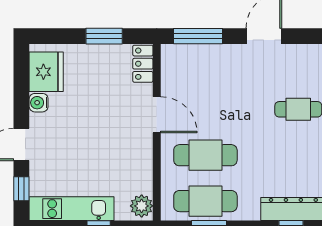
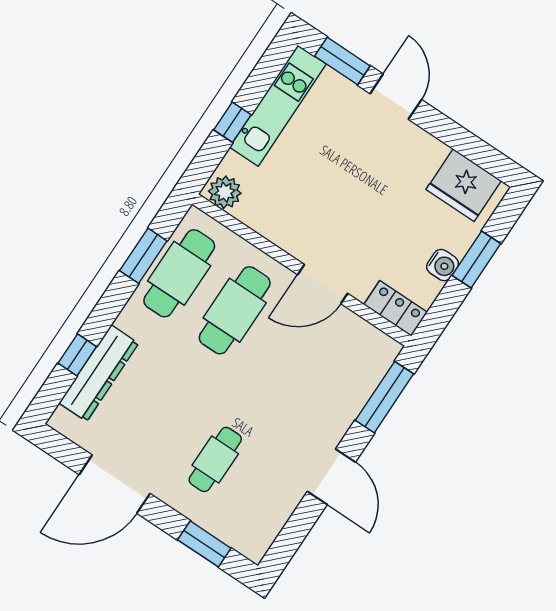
window: (104, 36) -> (476, 259), moved
water cooler: (39, 103) -> (443, 265), moved, turned 90
window: (21, 189) -> (342, 61), width x1.50

